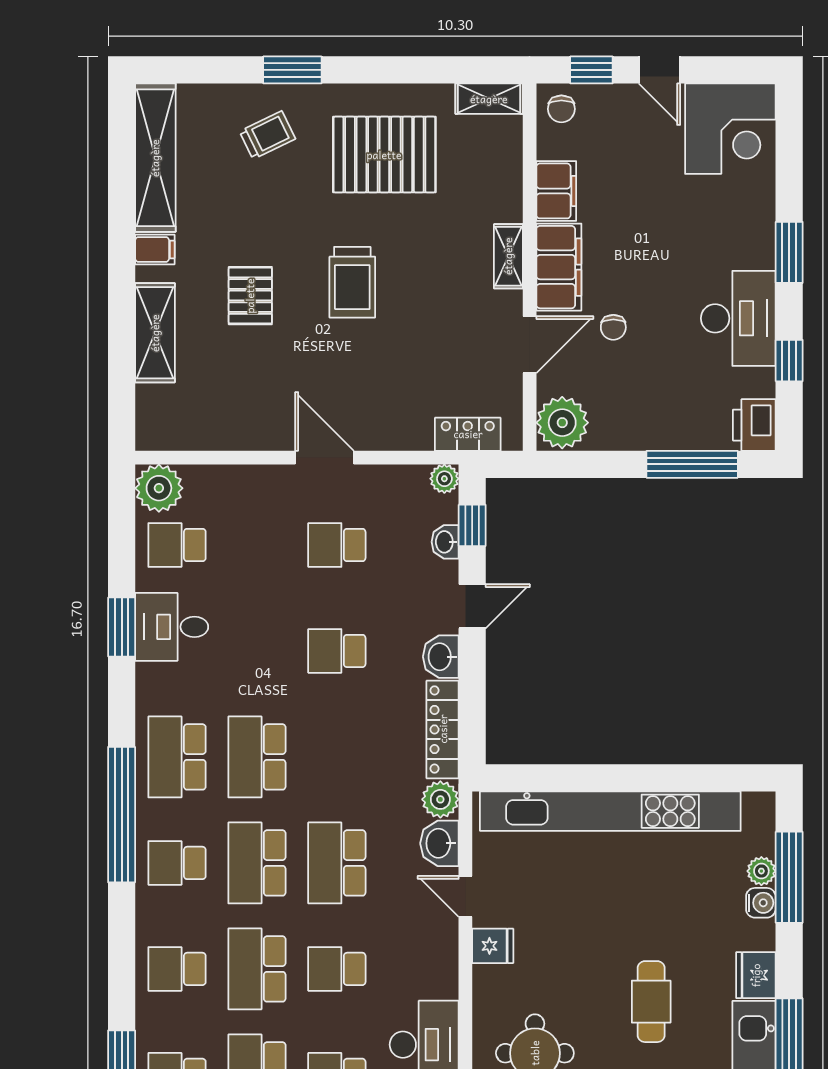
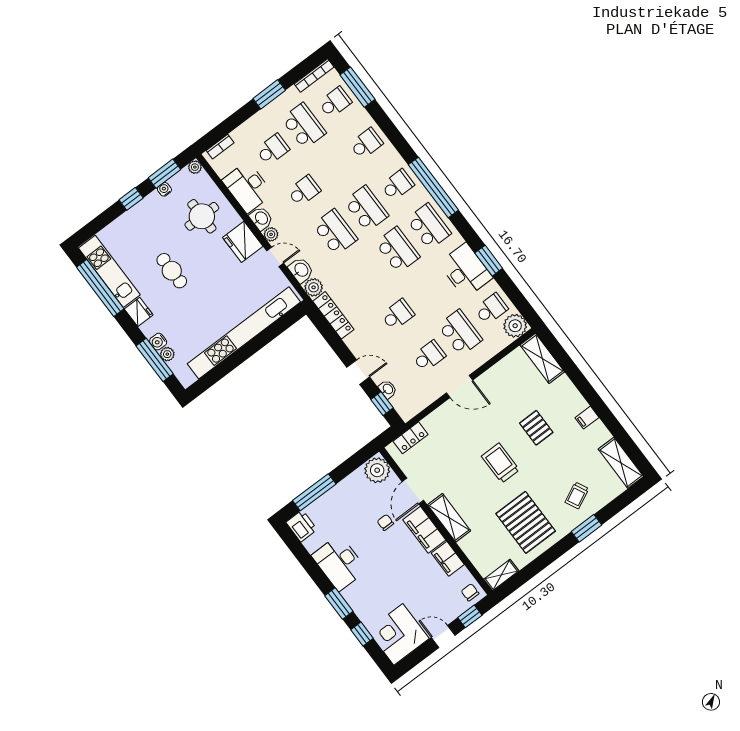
pallet: (384, 155) -> (526, 522), turned 90
shelving: (155, 158) -> (621, 463), width x0.68
shelving: (508, 256) -> (449, 518), width x1.50, depth x1.33
shelving: (155, 333) -> (542, 358), moved
window: (789, 361) -> (362, 634), moved
plant: (444, 479) -> (271, 234), moved
door: (472, 606) -> (358, 372), swing flipped
desk: (172, 627) -> (465, 270), width x1.37
washbasin: (441, 657) -> (261, 218), moved
fridge: (493, 946) -> (243, 242), width x1.88, depth x1.34
school desk: (257, 969) -> (460, 332), moved

